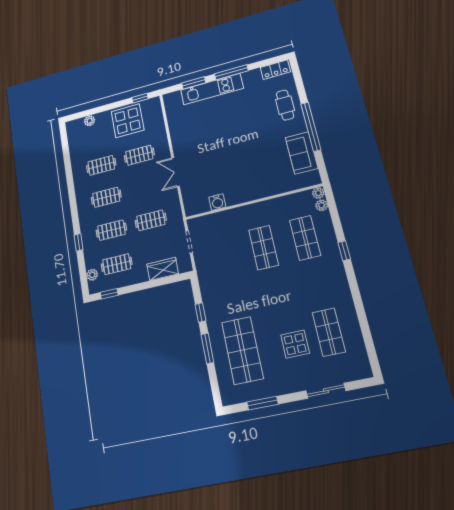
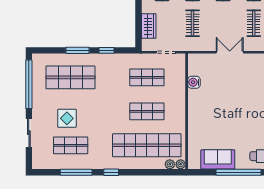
shop shelf: (305, 238) -> (147, 145), width x2.00, depth x1.36
window: (344, 251) -> (111, 172), moved
shop shelf: (223, 257) -> (147, 77), added
window: (362, 318) -> (76, 172), added
window: (262, 403) -> (29, 84), width x2.11

